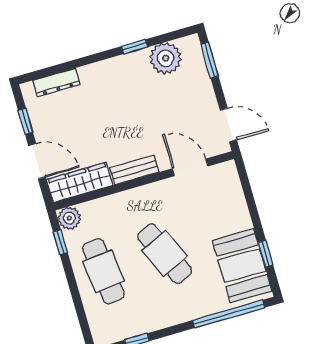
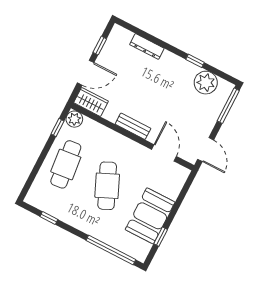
window: (210, 60) -> (228, 106), width x1.44
dresser: (56, 83) -> (147, 46), moved
door: (37, 161) -> (86, 73), hinge flipped
wardrobe: (80, 182) -> (91, 102), width x0.67
booth: (242, 266) -> (150, 216), moved

